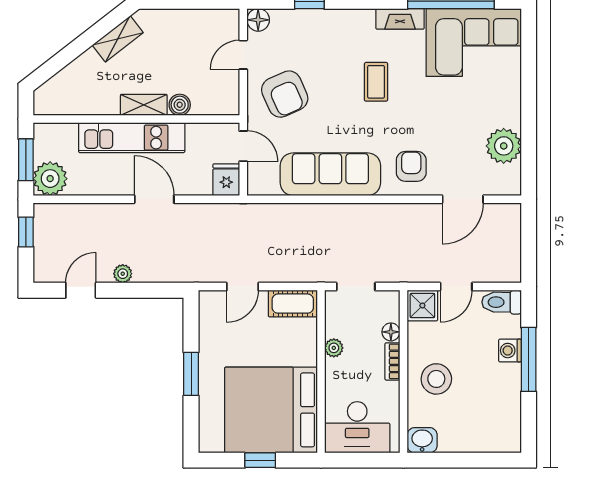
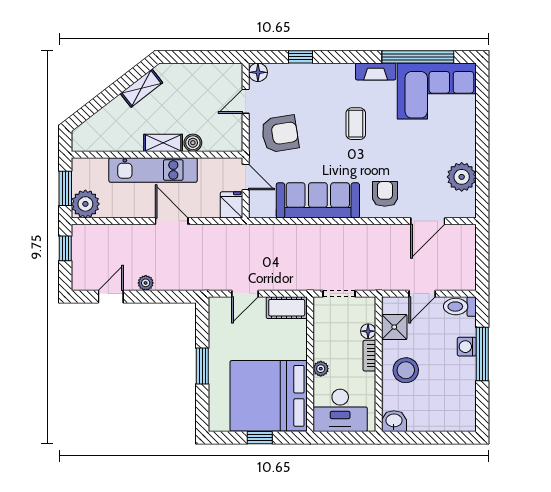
armchair: (285, 94) -> (280, 134), turned -75
shower: (422, 306) -> (394, 327), moved
plant: (334, 348) -> (321, 369), moved

